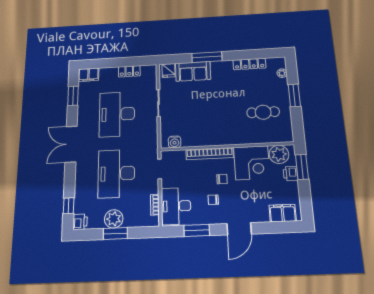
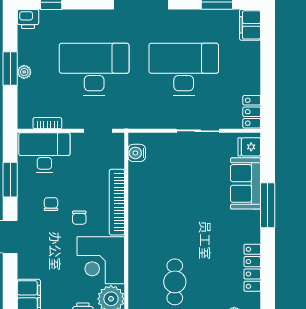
locker: (129, 71) -> (252, 112), moved
plant: (114, 219) -> (24, 72), width x0.53, depth x0.53

